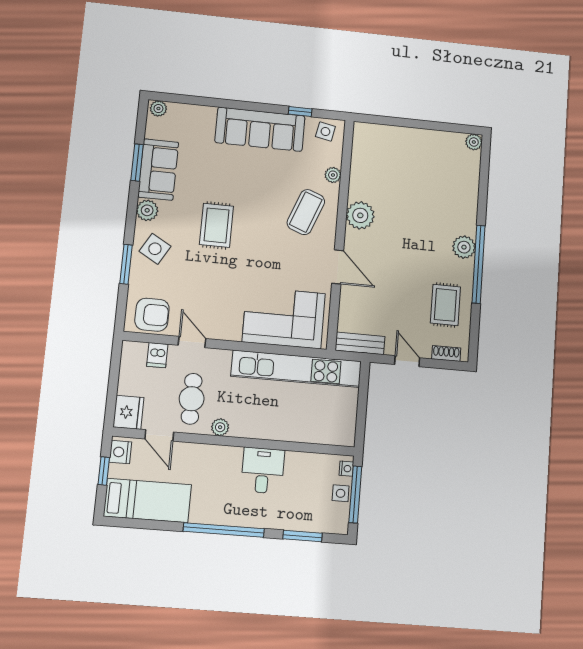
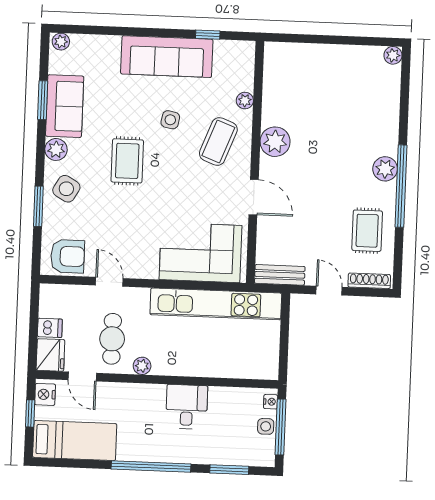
side table: (325, 132) -> (170, 120), moved
shoe rack: (446, 353) -> (369, 281), width x1.43
dishwasher: (157, 355) -> (50, 328), moved, turned -90

